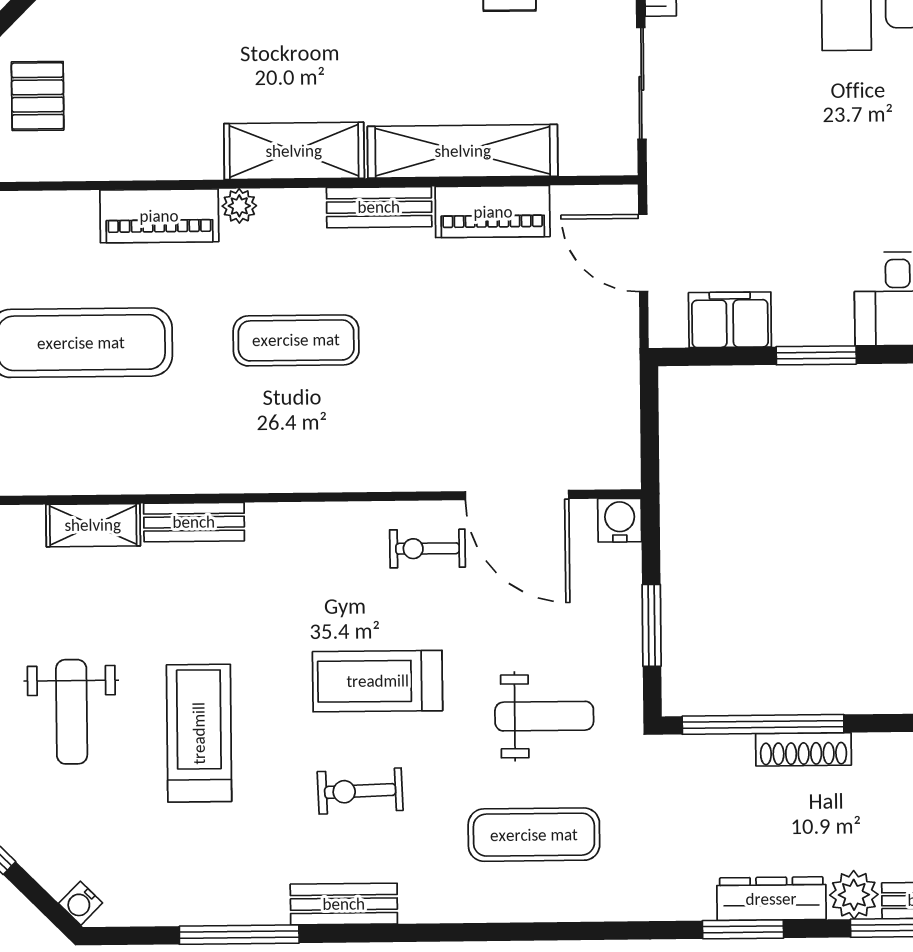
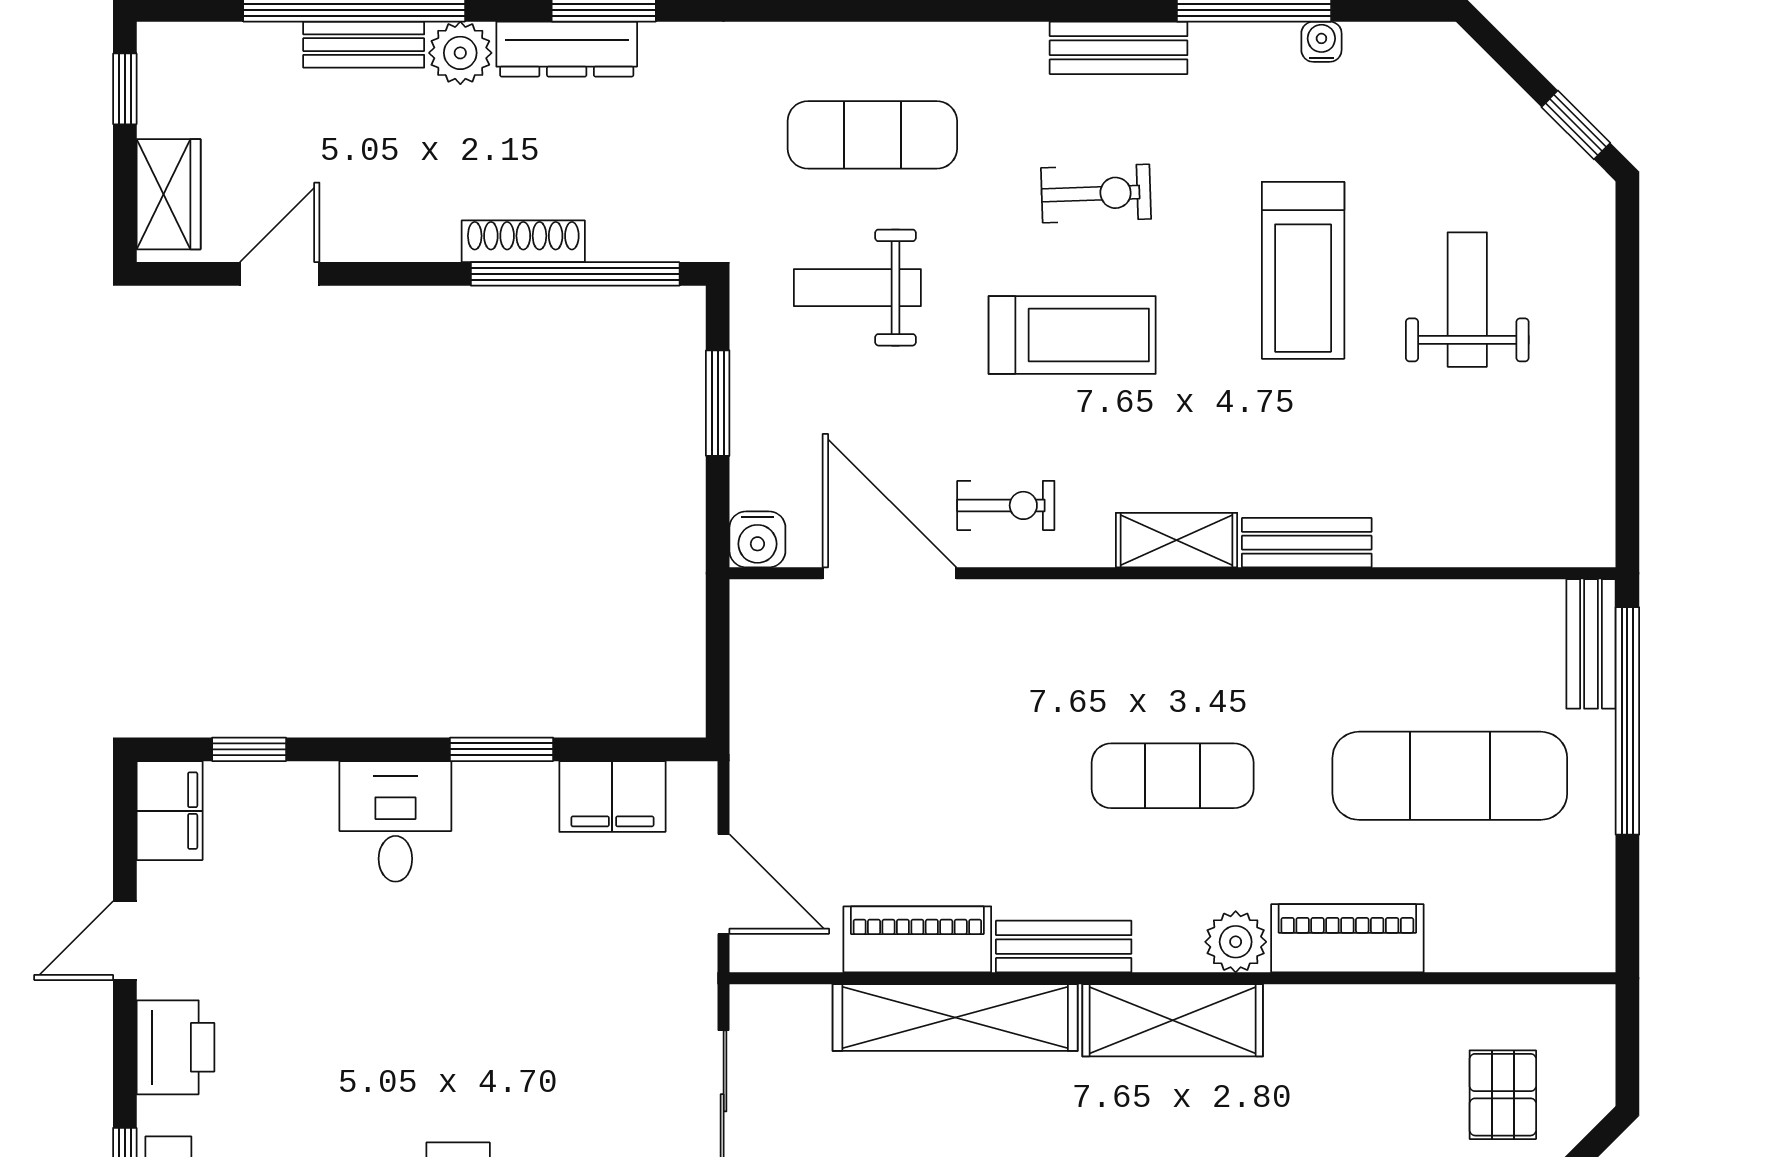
plant: (239, 206) -> (1236, 942), width x1.38, depth x1.38
shelving: (93, 525) -> (1176, 540), moved
water cooler: (81, 903) -> (1321, 42), moved, turned -45

